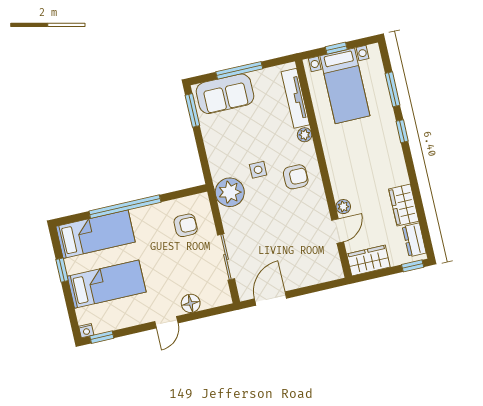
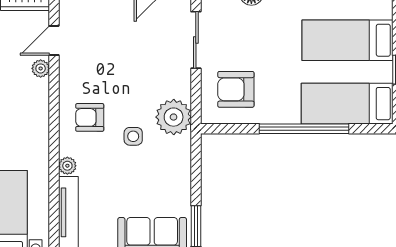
armchair: (186, 225) -> (236, 89), width x1.38, depth x1.38

